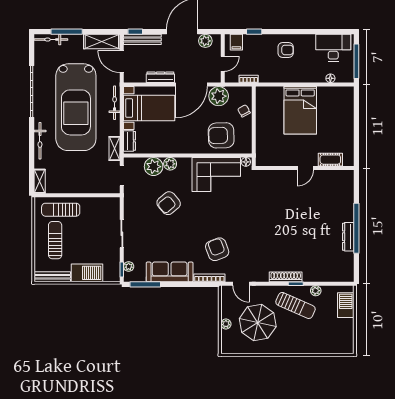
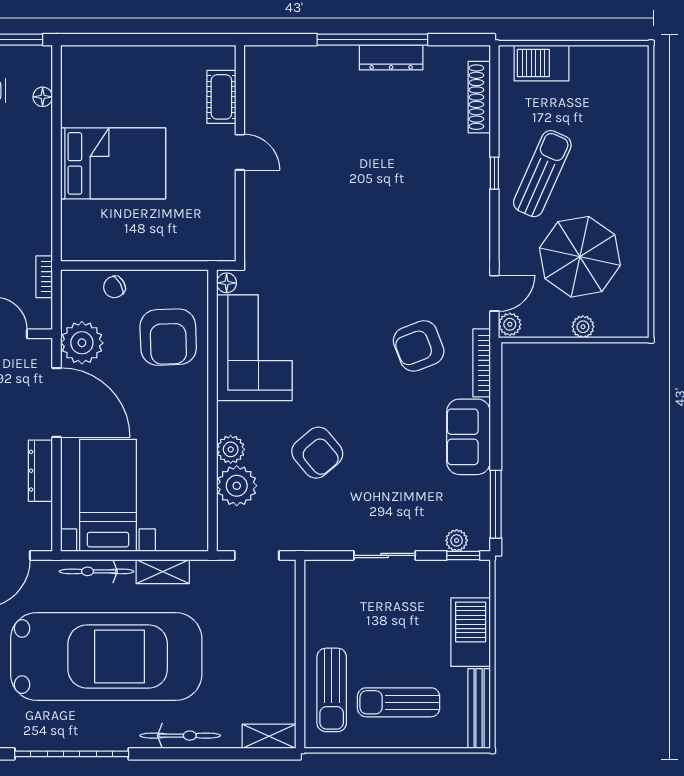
dresser: (130, 141) -> (180, 539), removed
shelving: (115, 148) -> (163, 572), moved
sofa: (170, 272) -> (468, 437), width x0.73
shoe rack: (286, 277) -> (479, 97), moved
plant: (316, 291) -> (510, 324), moved

